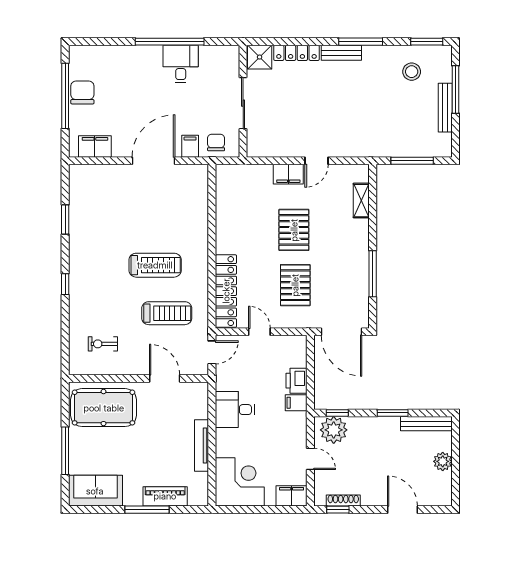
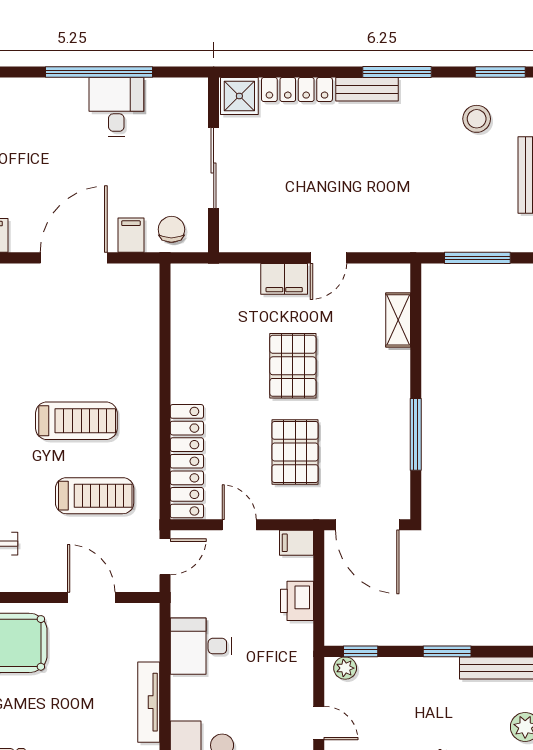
filing cabinet: (296, 403) -> (296, 543), moved
plant: (334, 430) -> (345, 668), width x0.53, depth x0.53

